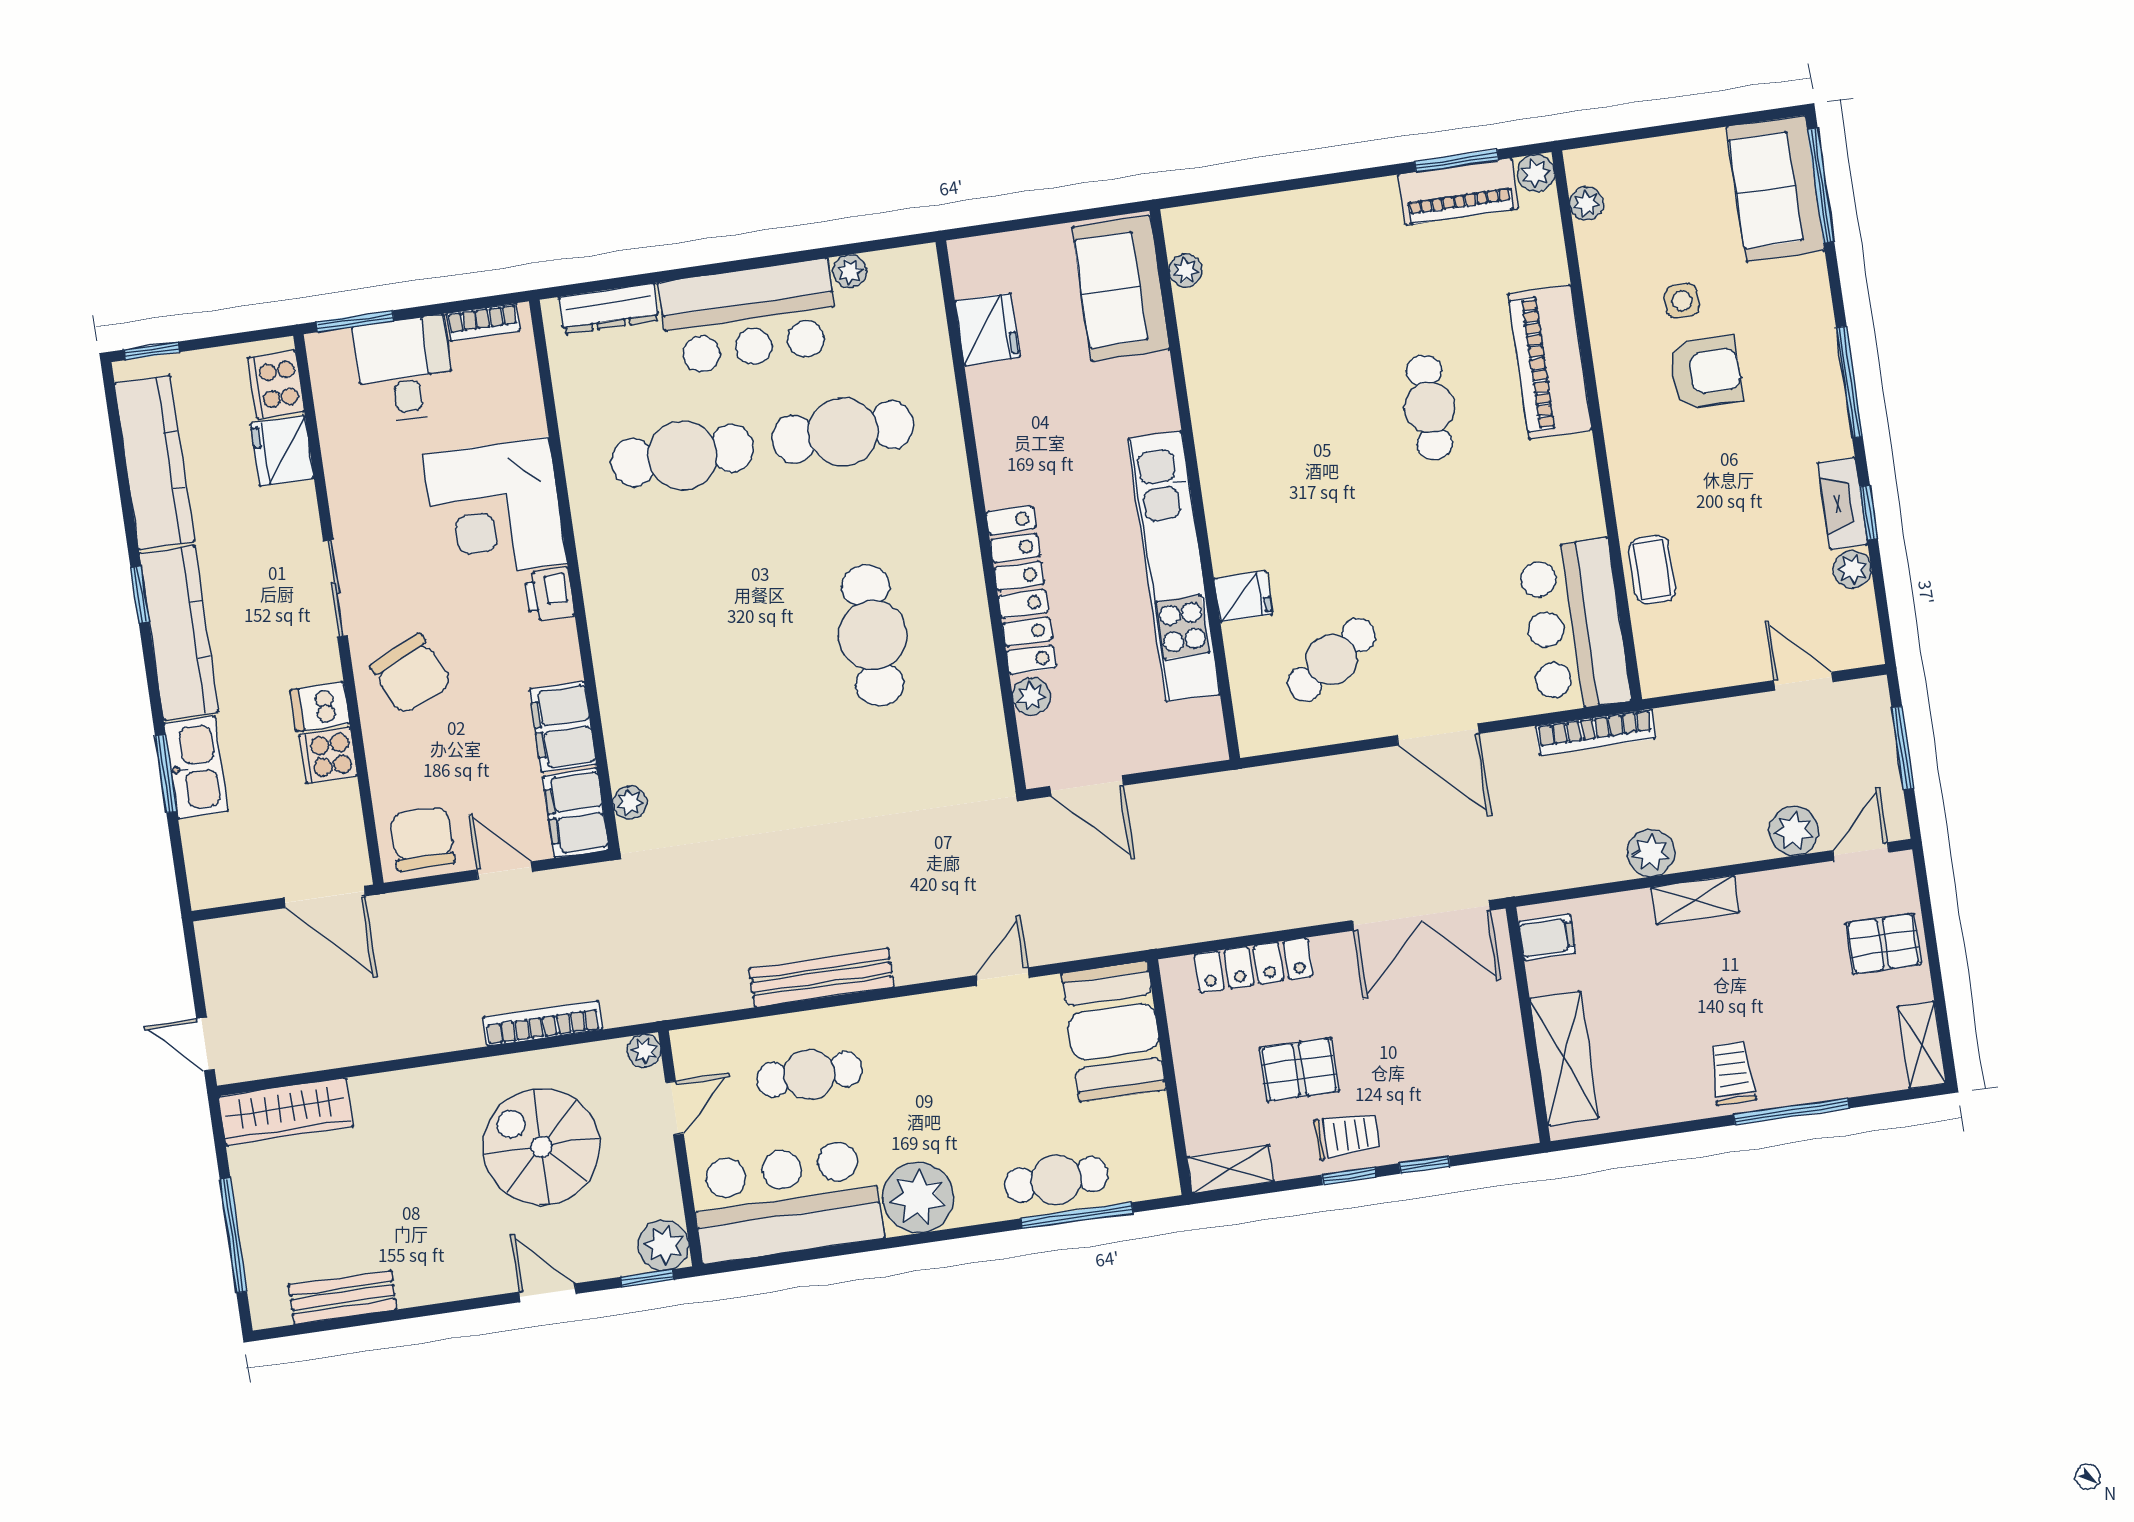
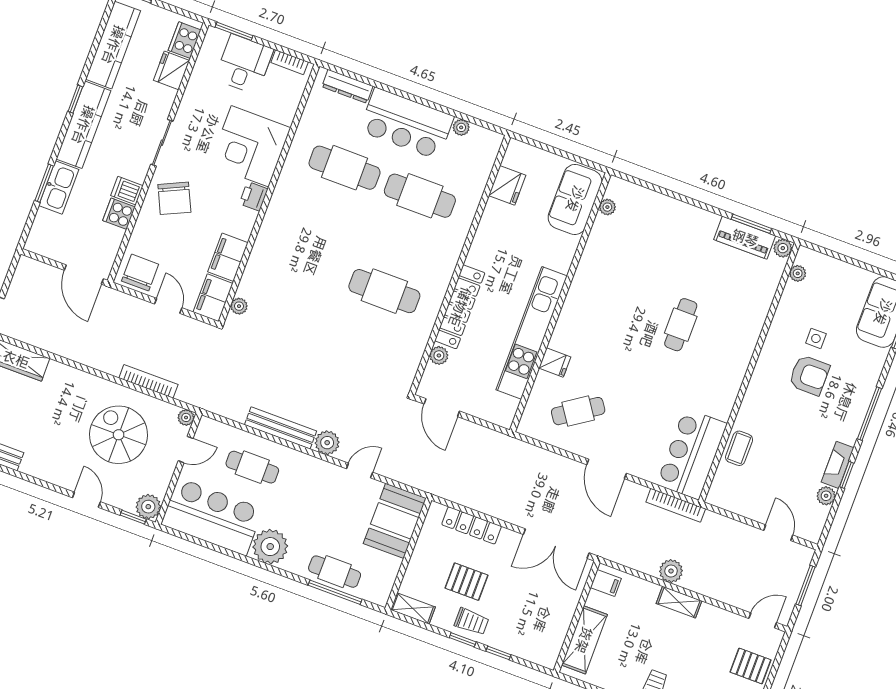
piano: (1550, 362) -> (744, 334), removed
cafe table: (873, 635) -> (384, 291), turned 90
plant: (1794, 831) -> (327, 443), moved

